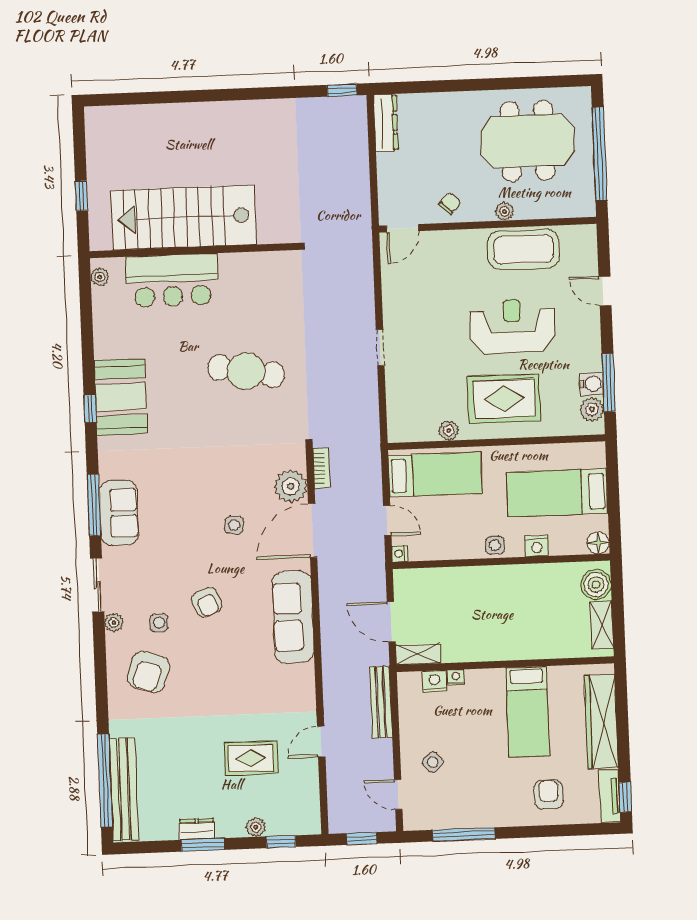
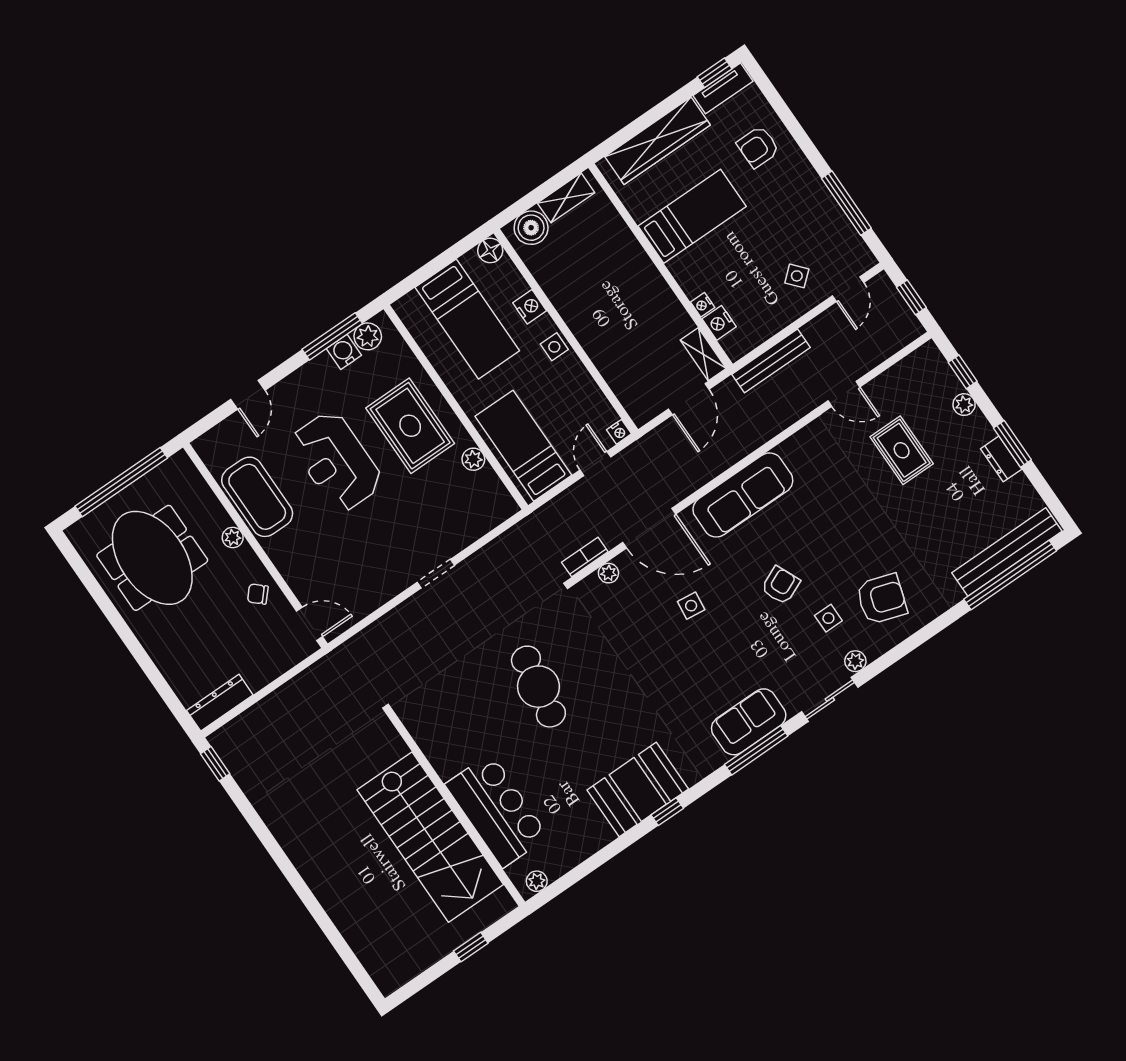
plant: (291, 486) -> (608, 573), width x0.53, depth x0.53

